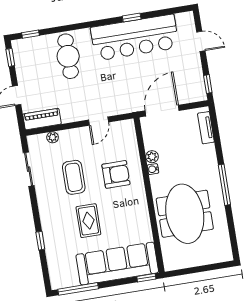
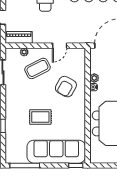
armchair: (116, 174) -> (66, 87), turned 119
coffee table: (74, 177) -> (37, 68), moved, turned 63
rug: (88, 221) -> (40, 117), turned 90

